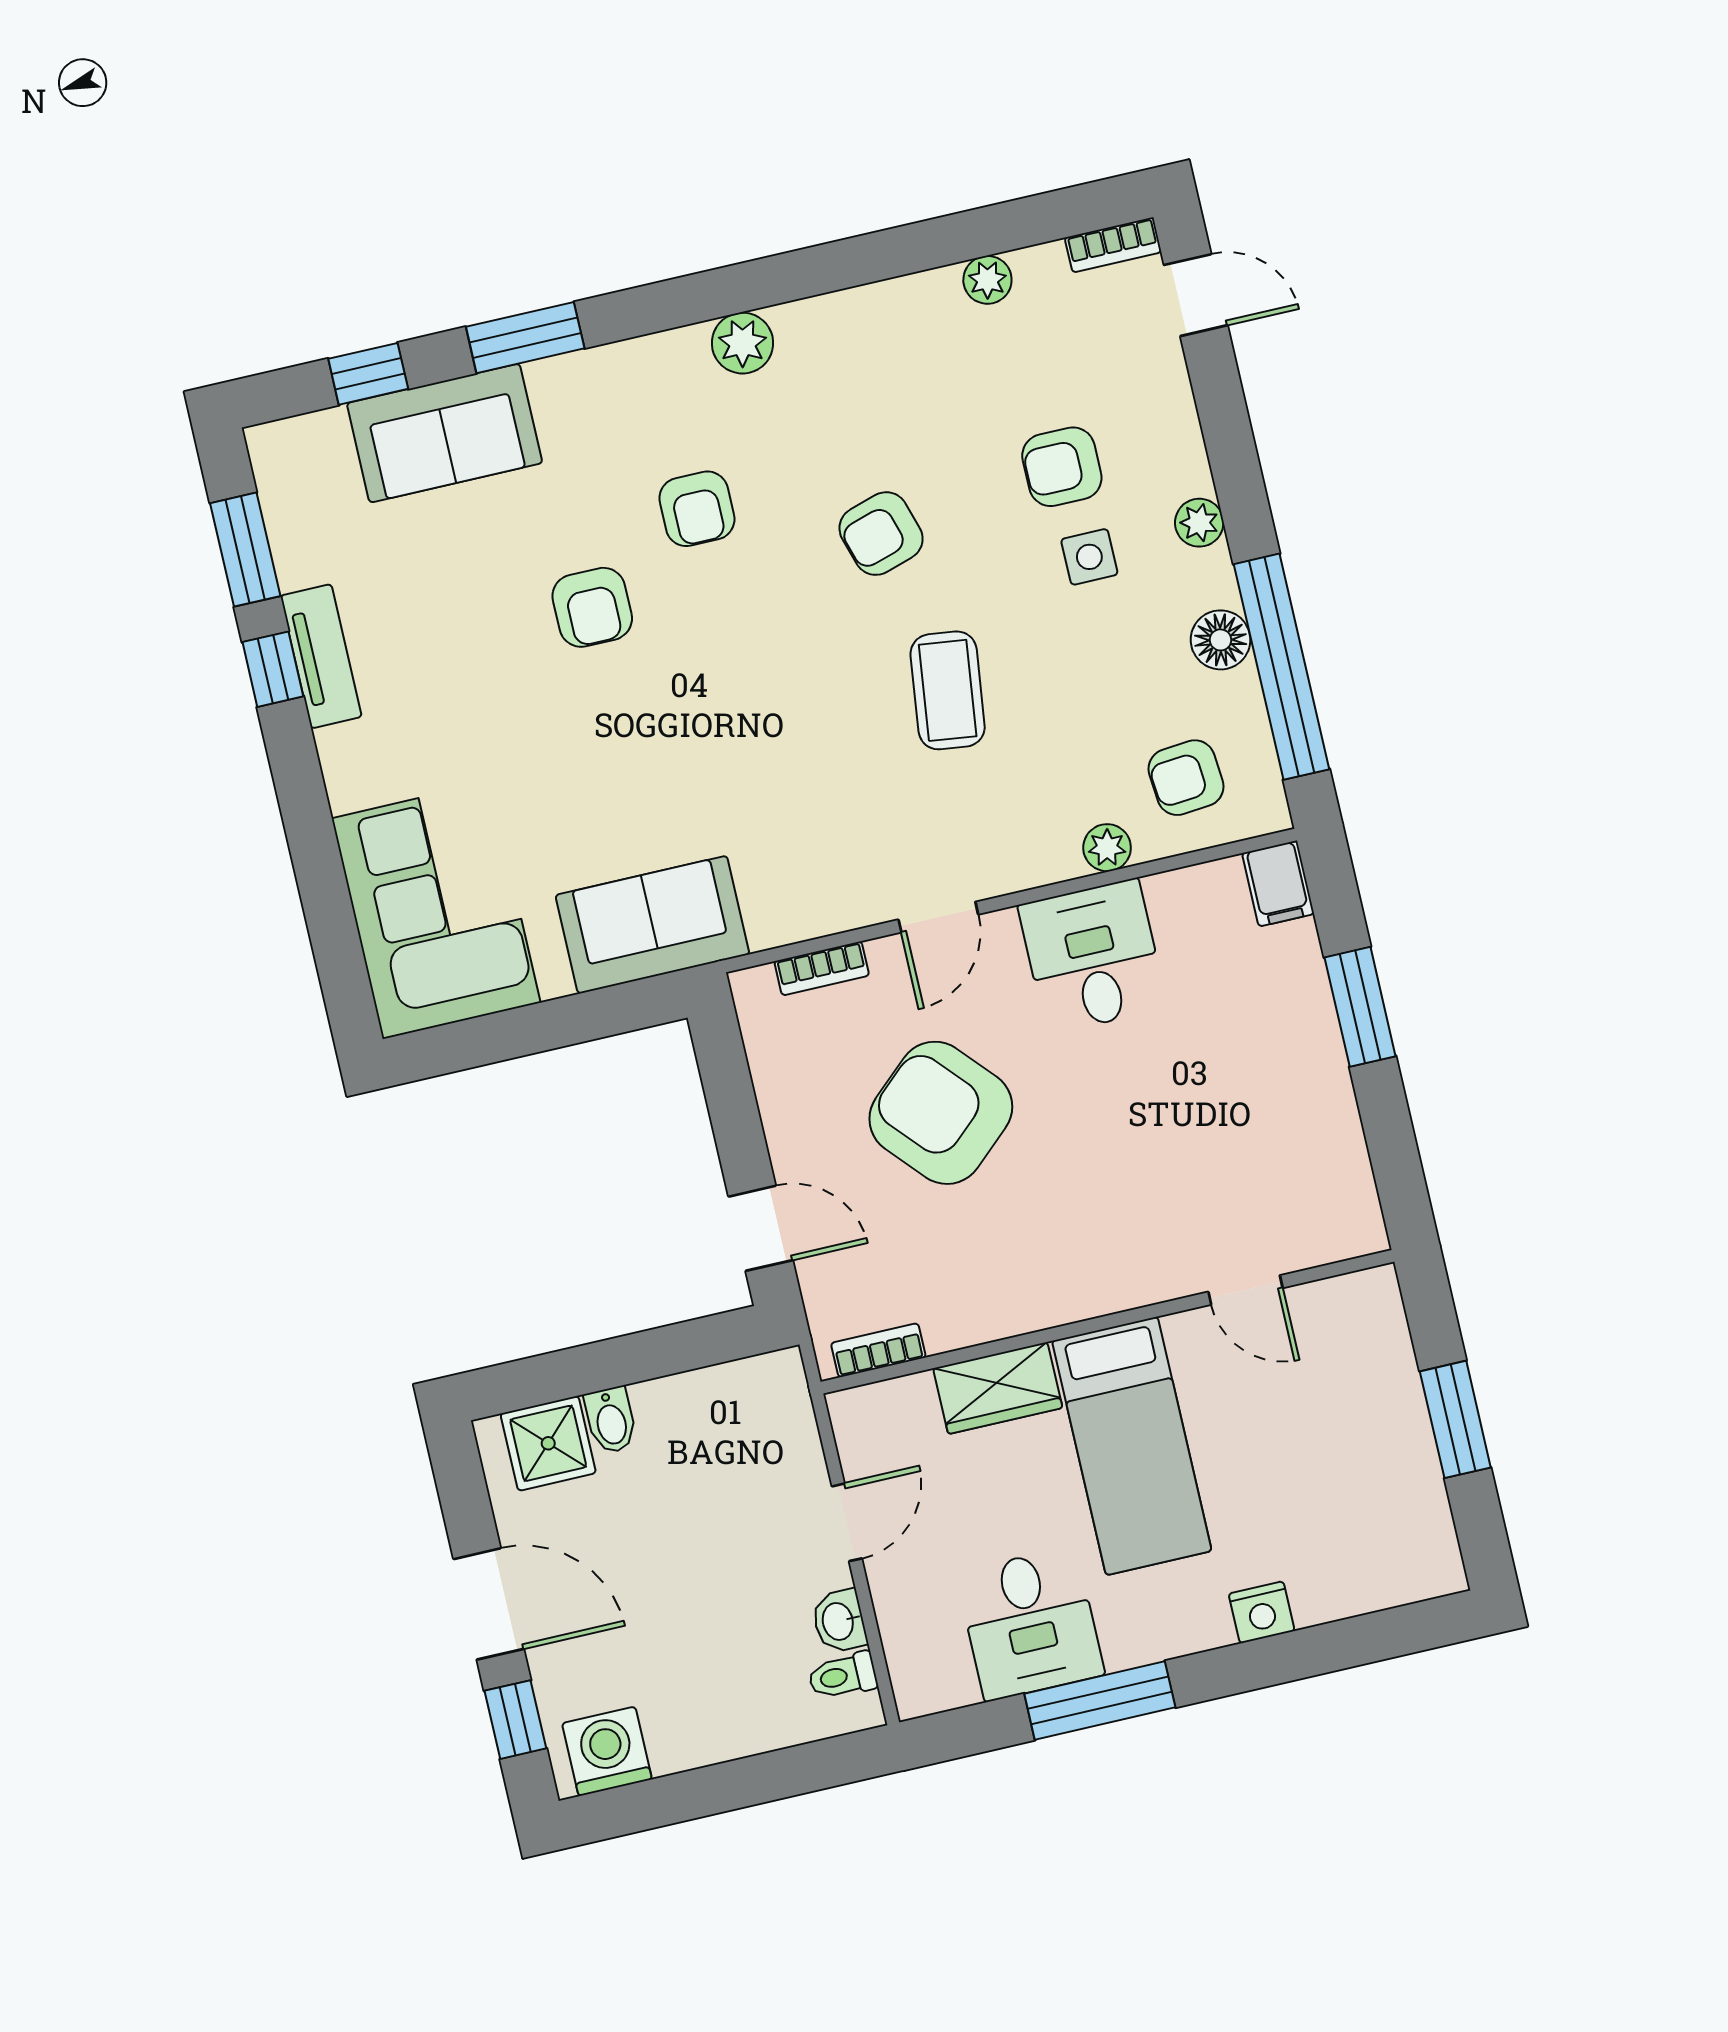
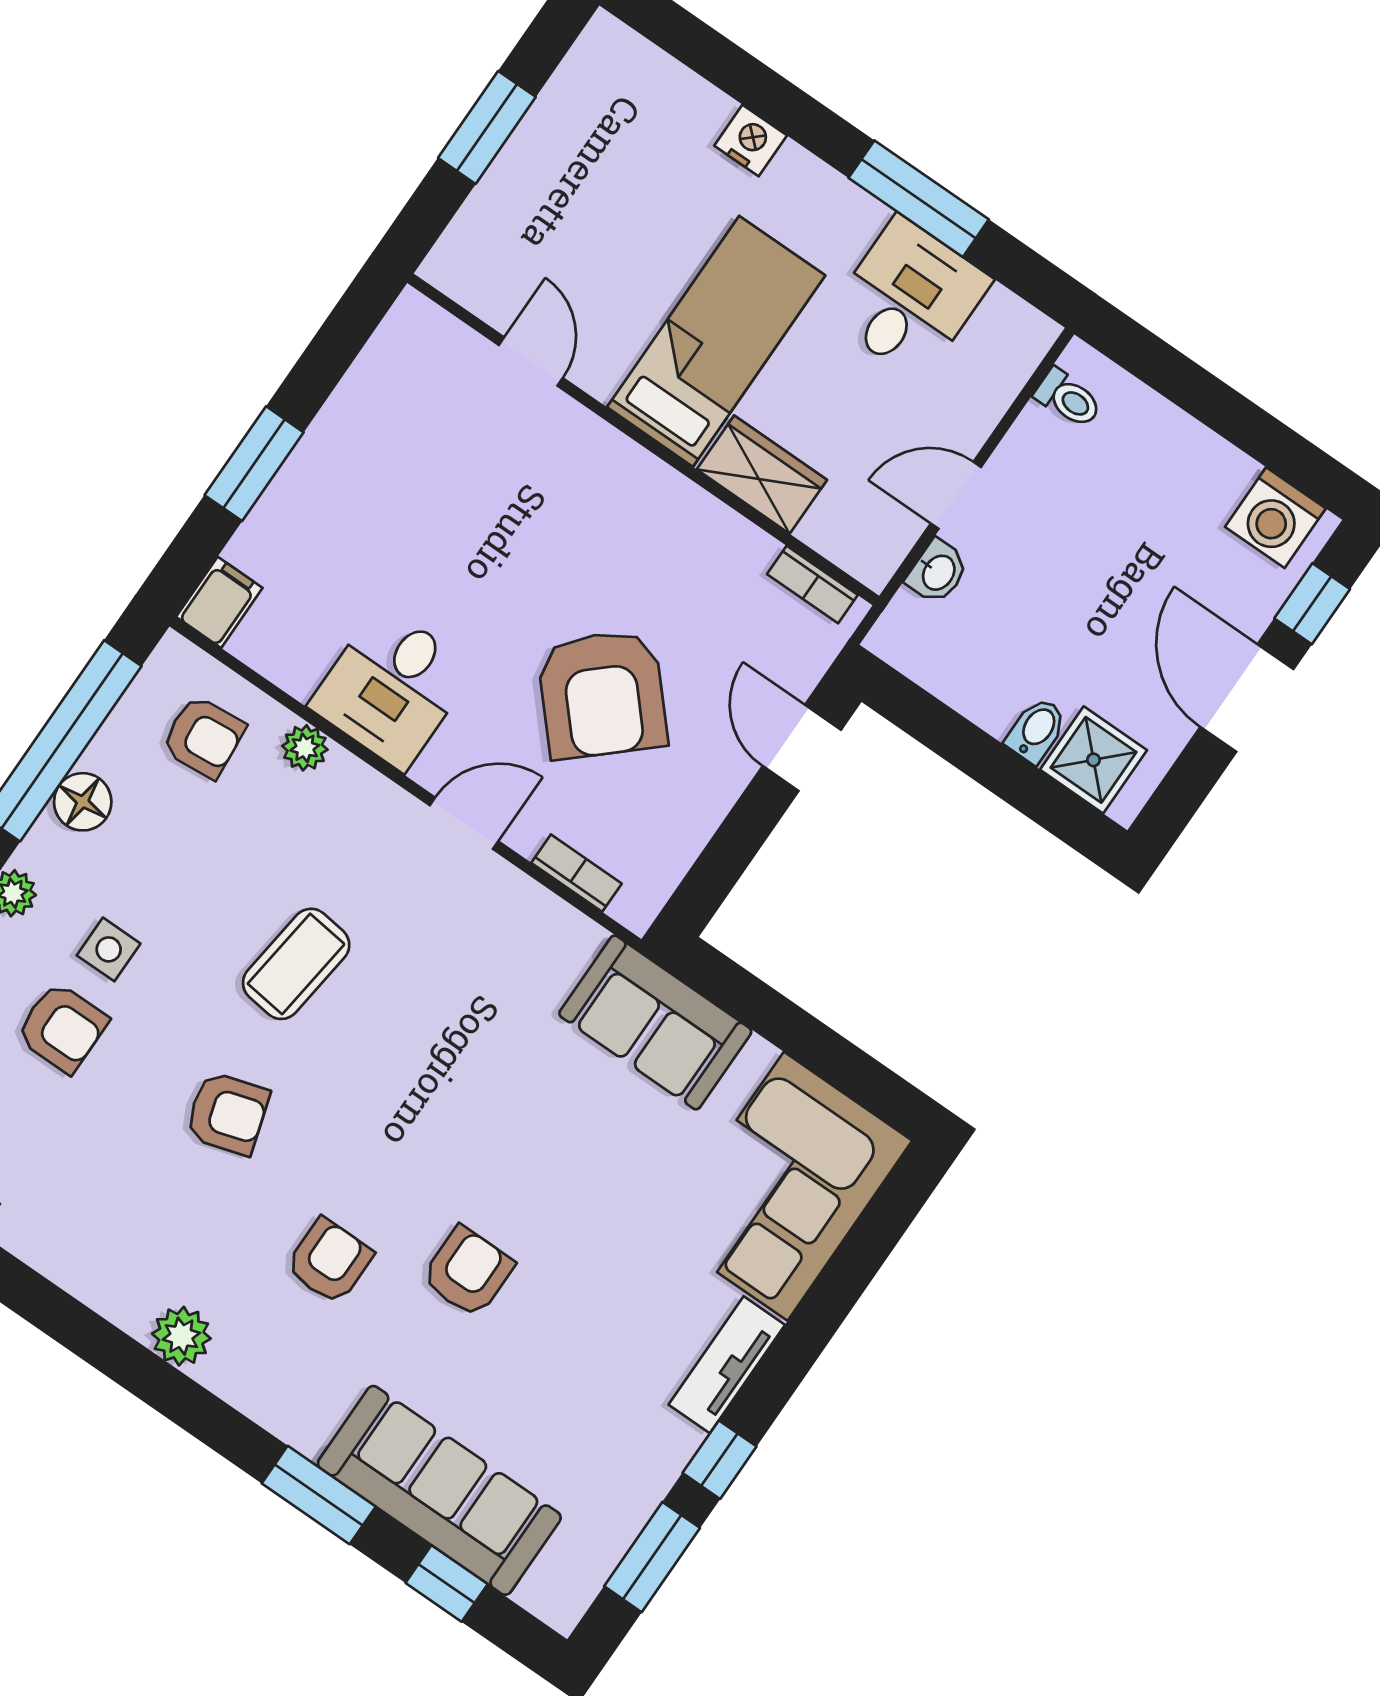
sofa: (445, 433) -> (439, 1490), width x1.36
tv unit: (321, 656) -> (727, 1365), moved
washbasin: (839, 1621) -> (938, 572), moved

